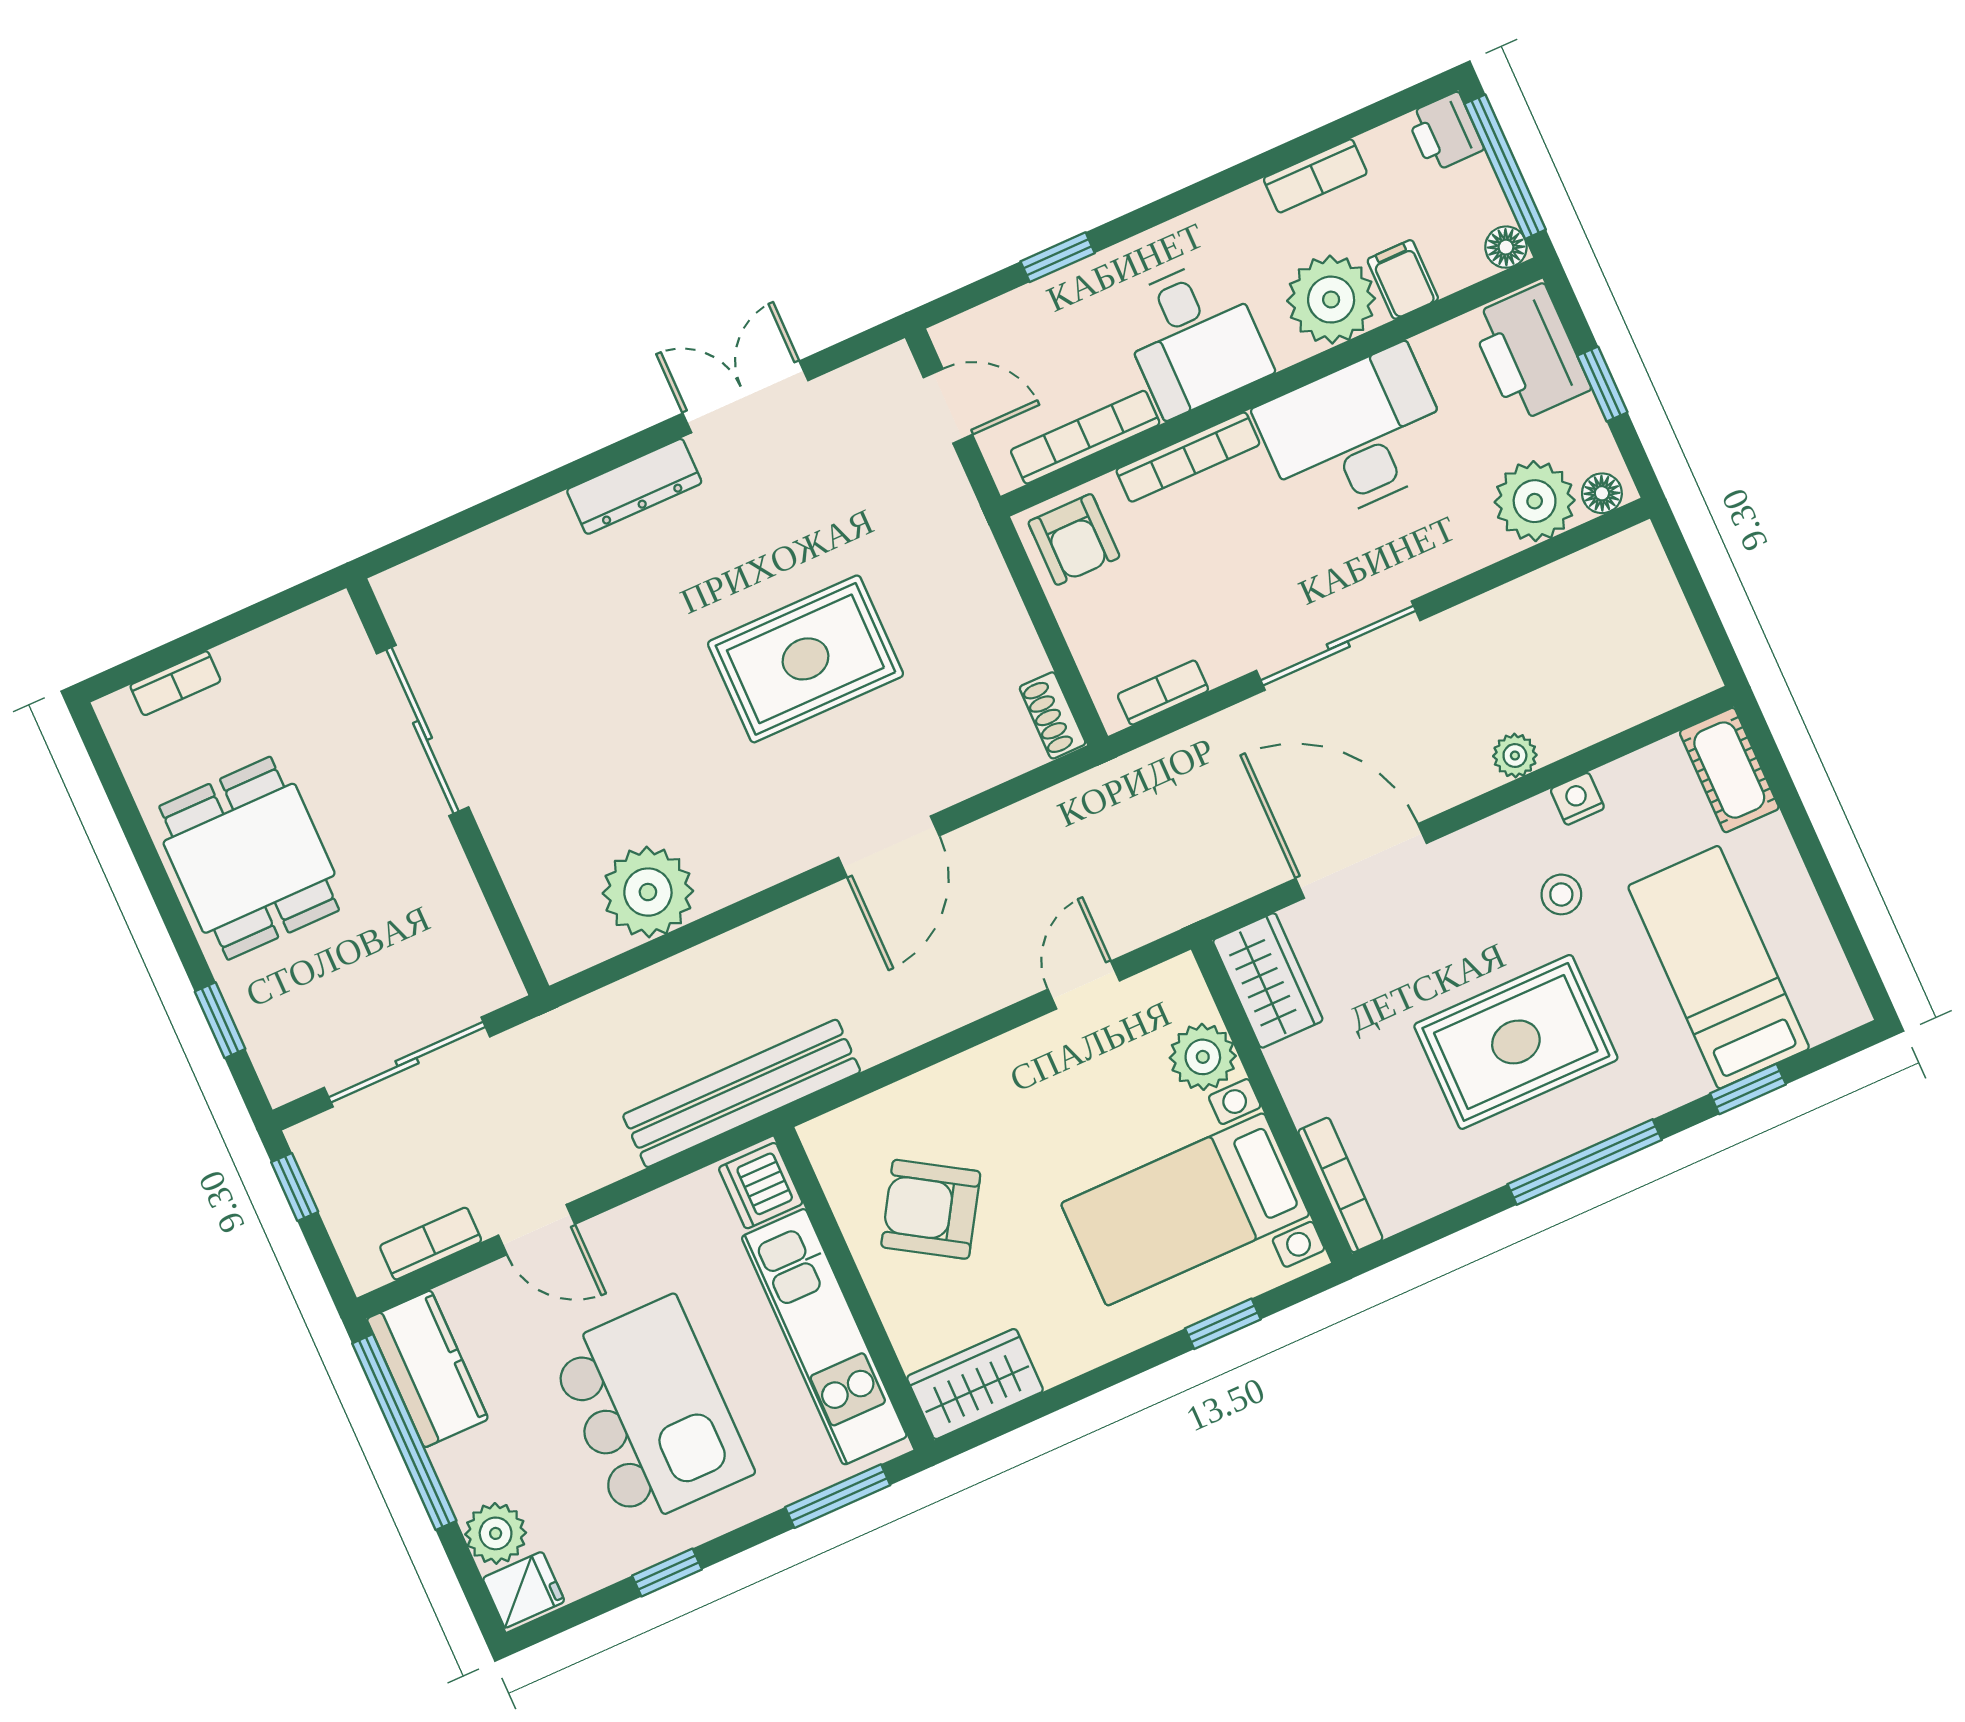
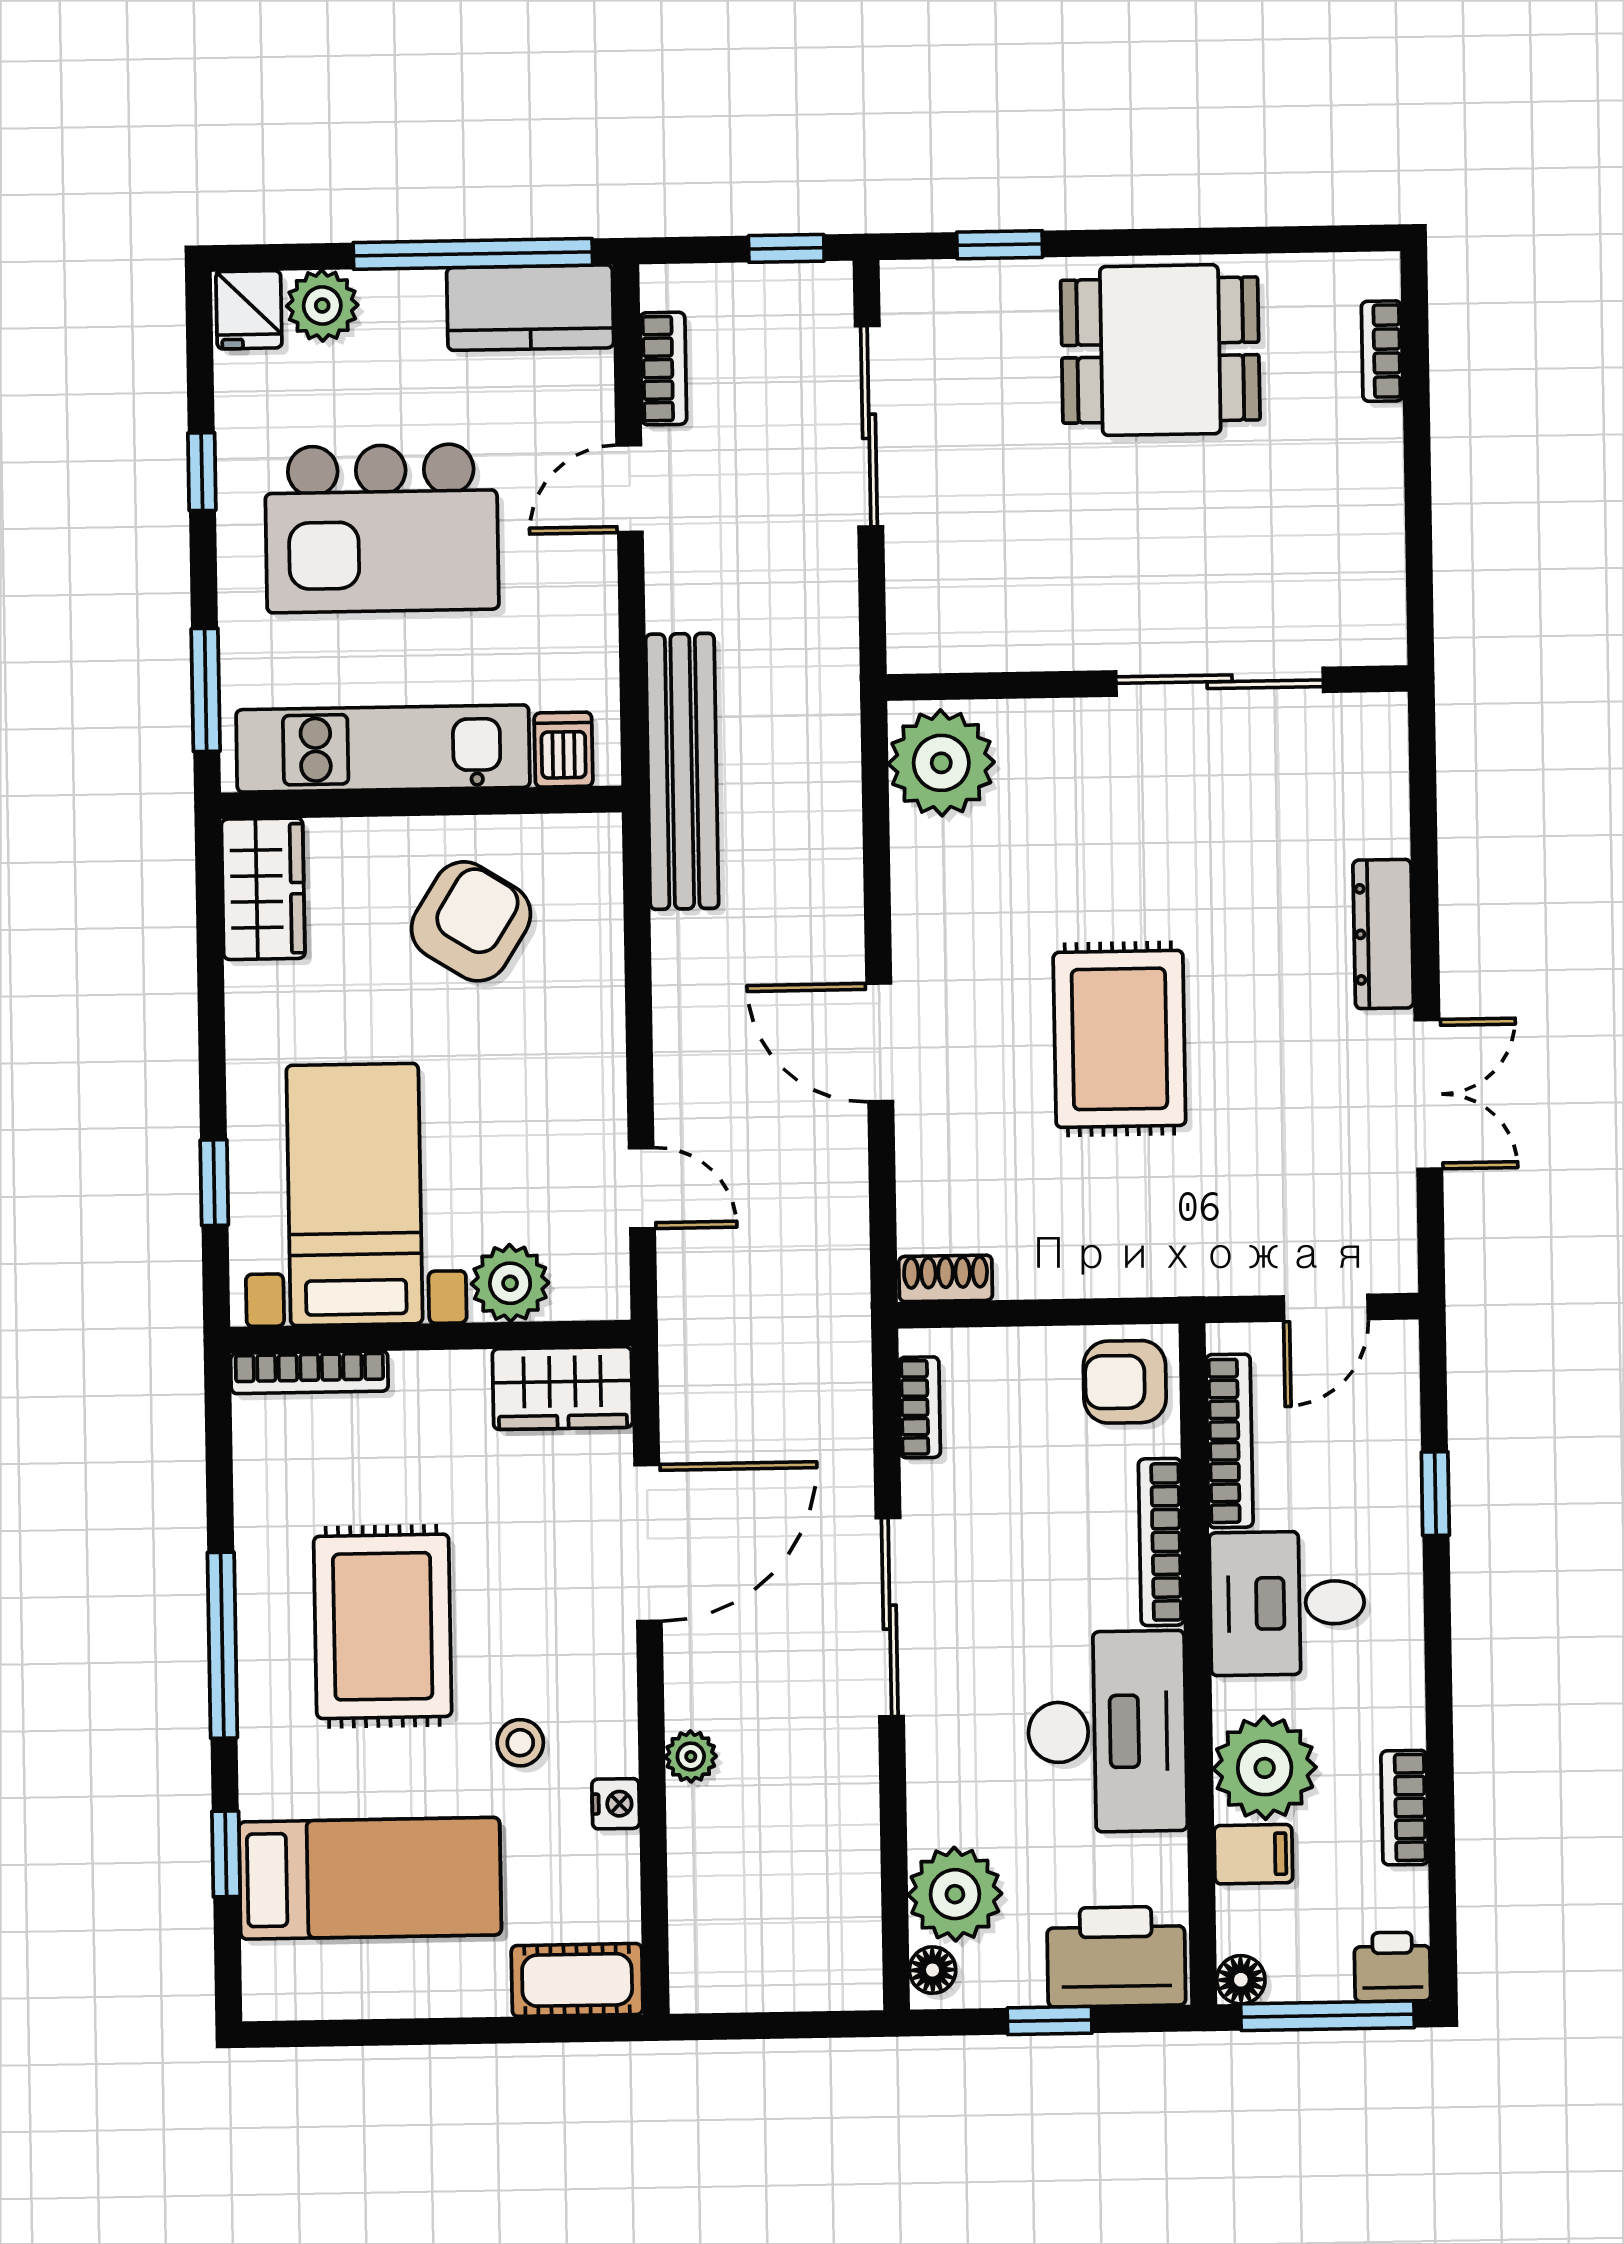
sliding door: (423, 730) -> (1220, 682), moved
wall: (448, 787) -> (1147, 683), moved
dishwasher: (761, 1186) -> (563, 750), width x0.73

